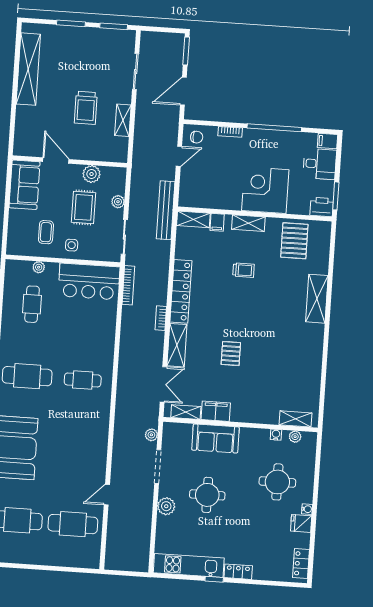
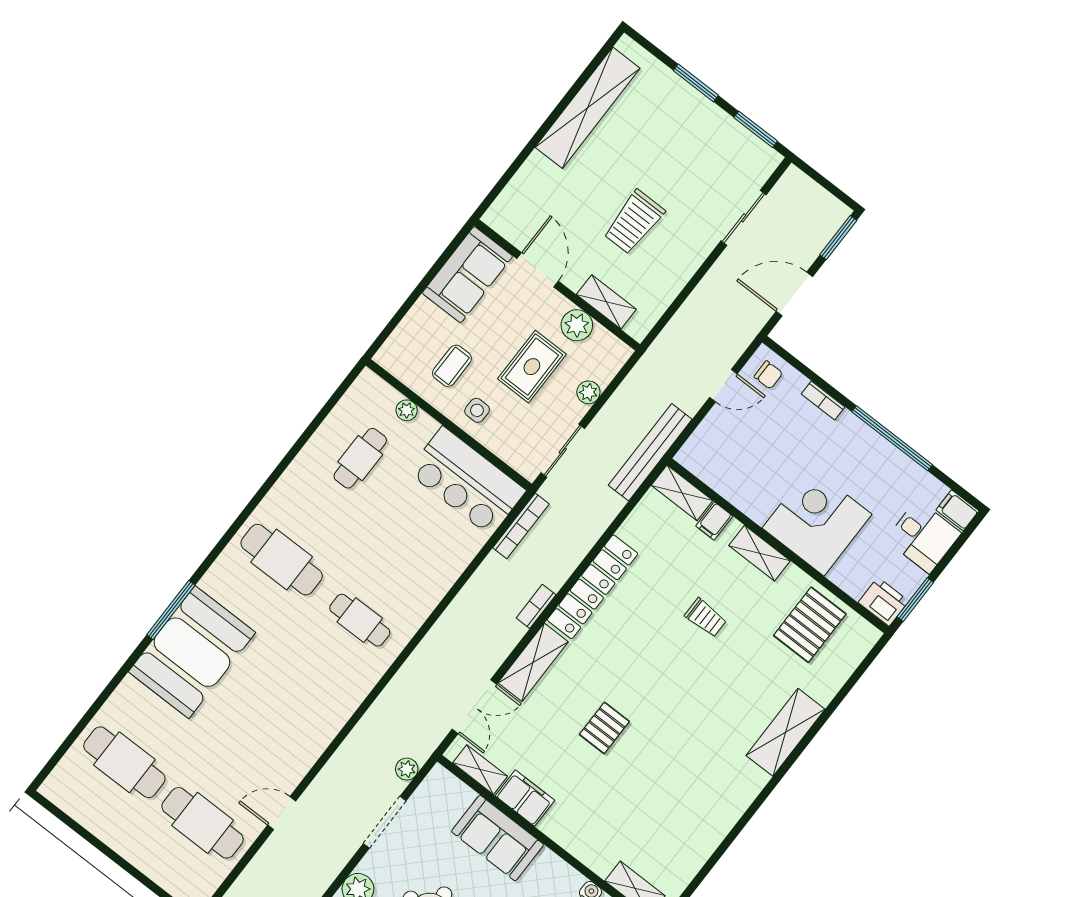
shelving: (123, 120) -> (606, 302), moved, turned 90

